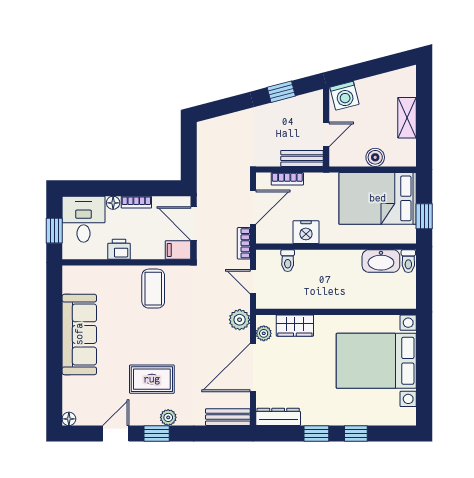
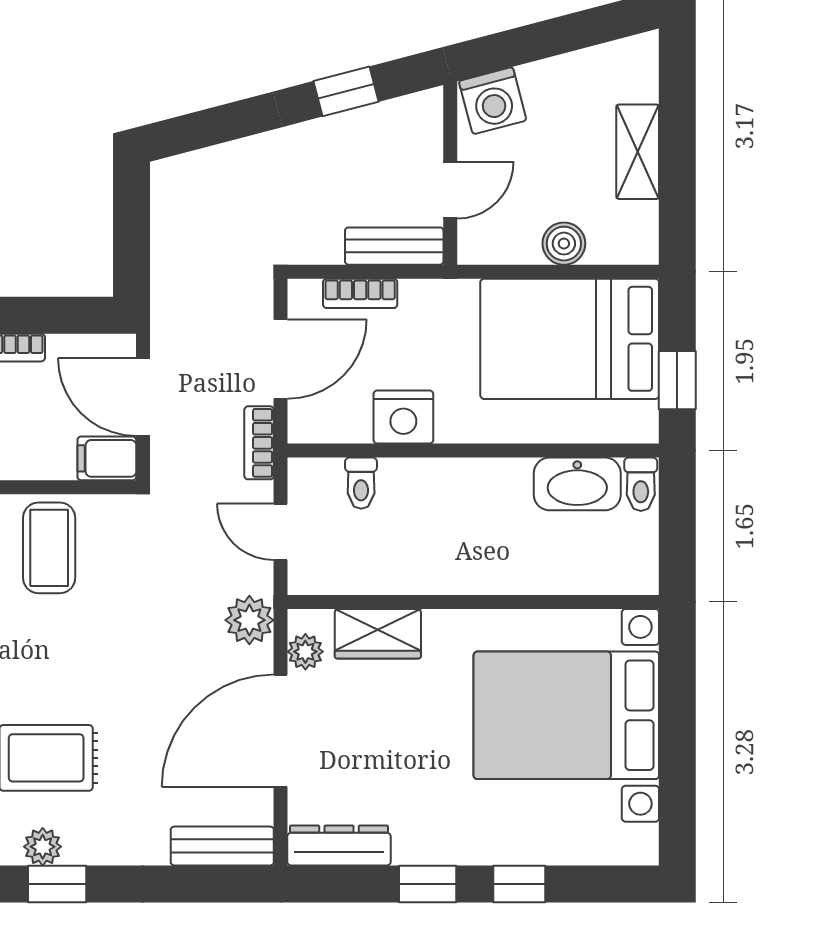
plant: (168, 417) -> (43, 847), moved

